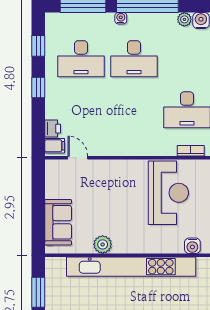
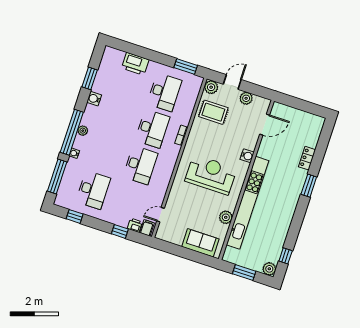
plant: (184, 19) -> (83, 131), moved
desk: (134, 59) -> (140, 165), moved
window: (38, 87) -> (120, 231), moved
reception desk: (168, 193) -> (211, 175), moved

